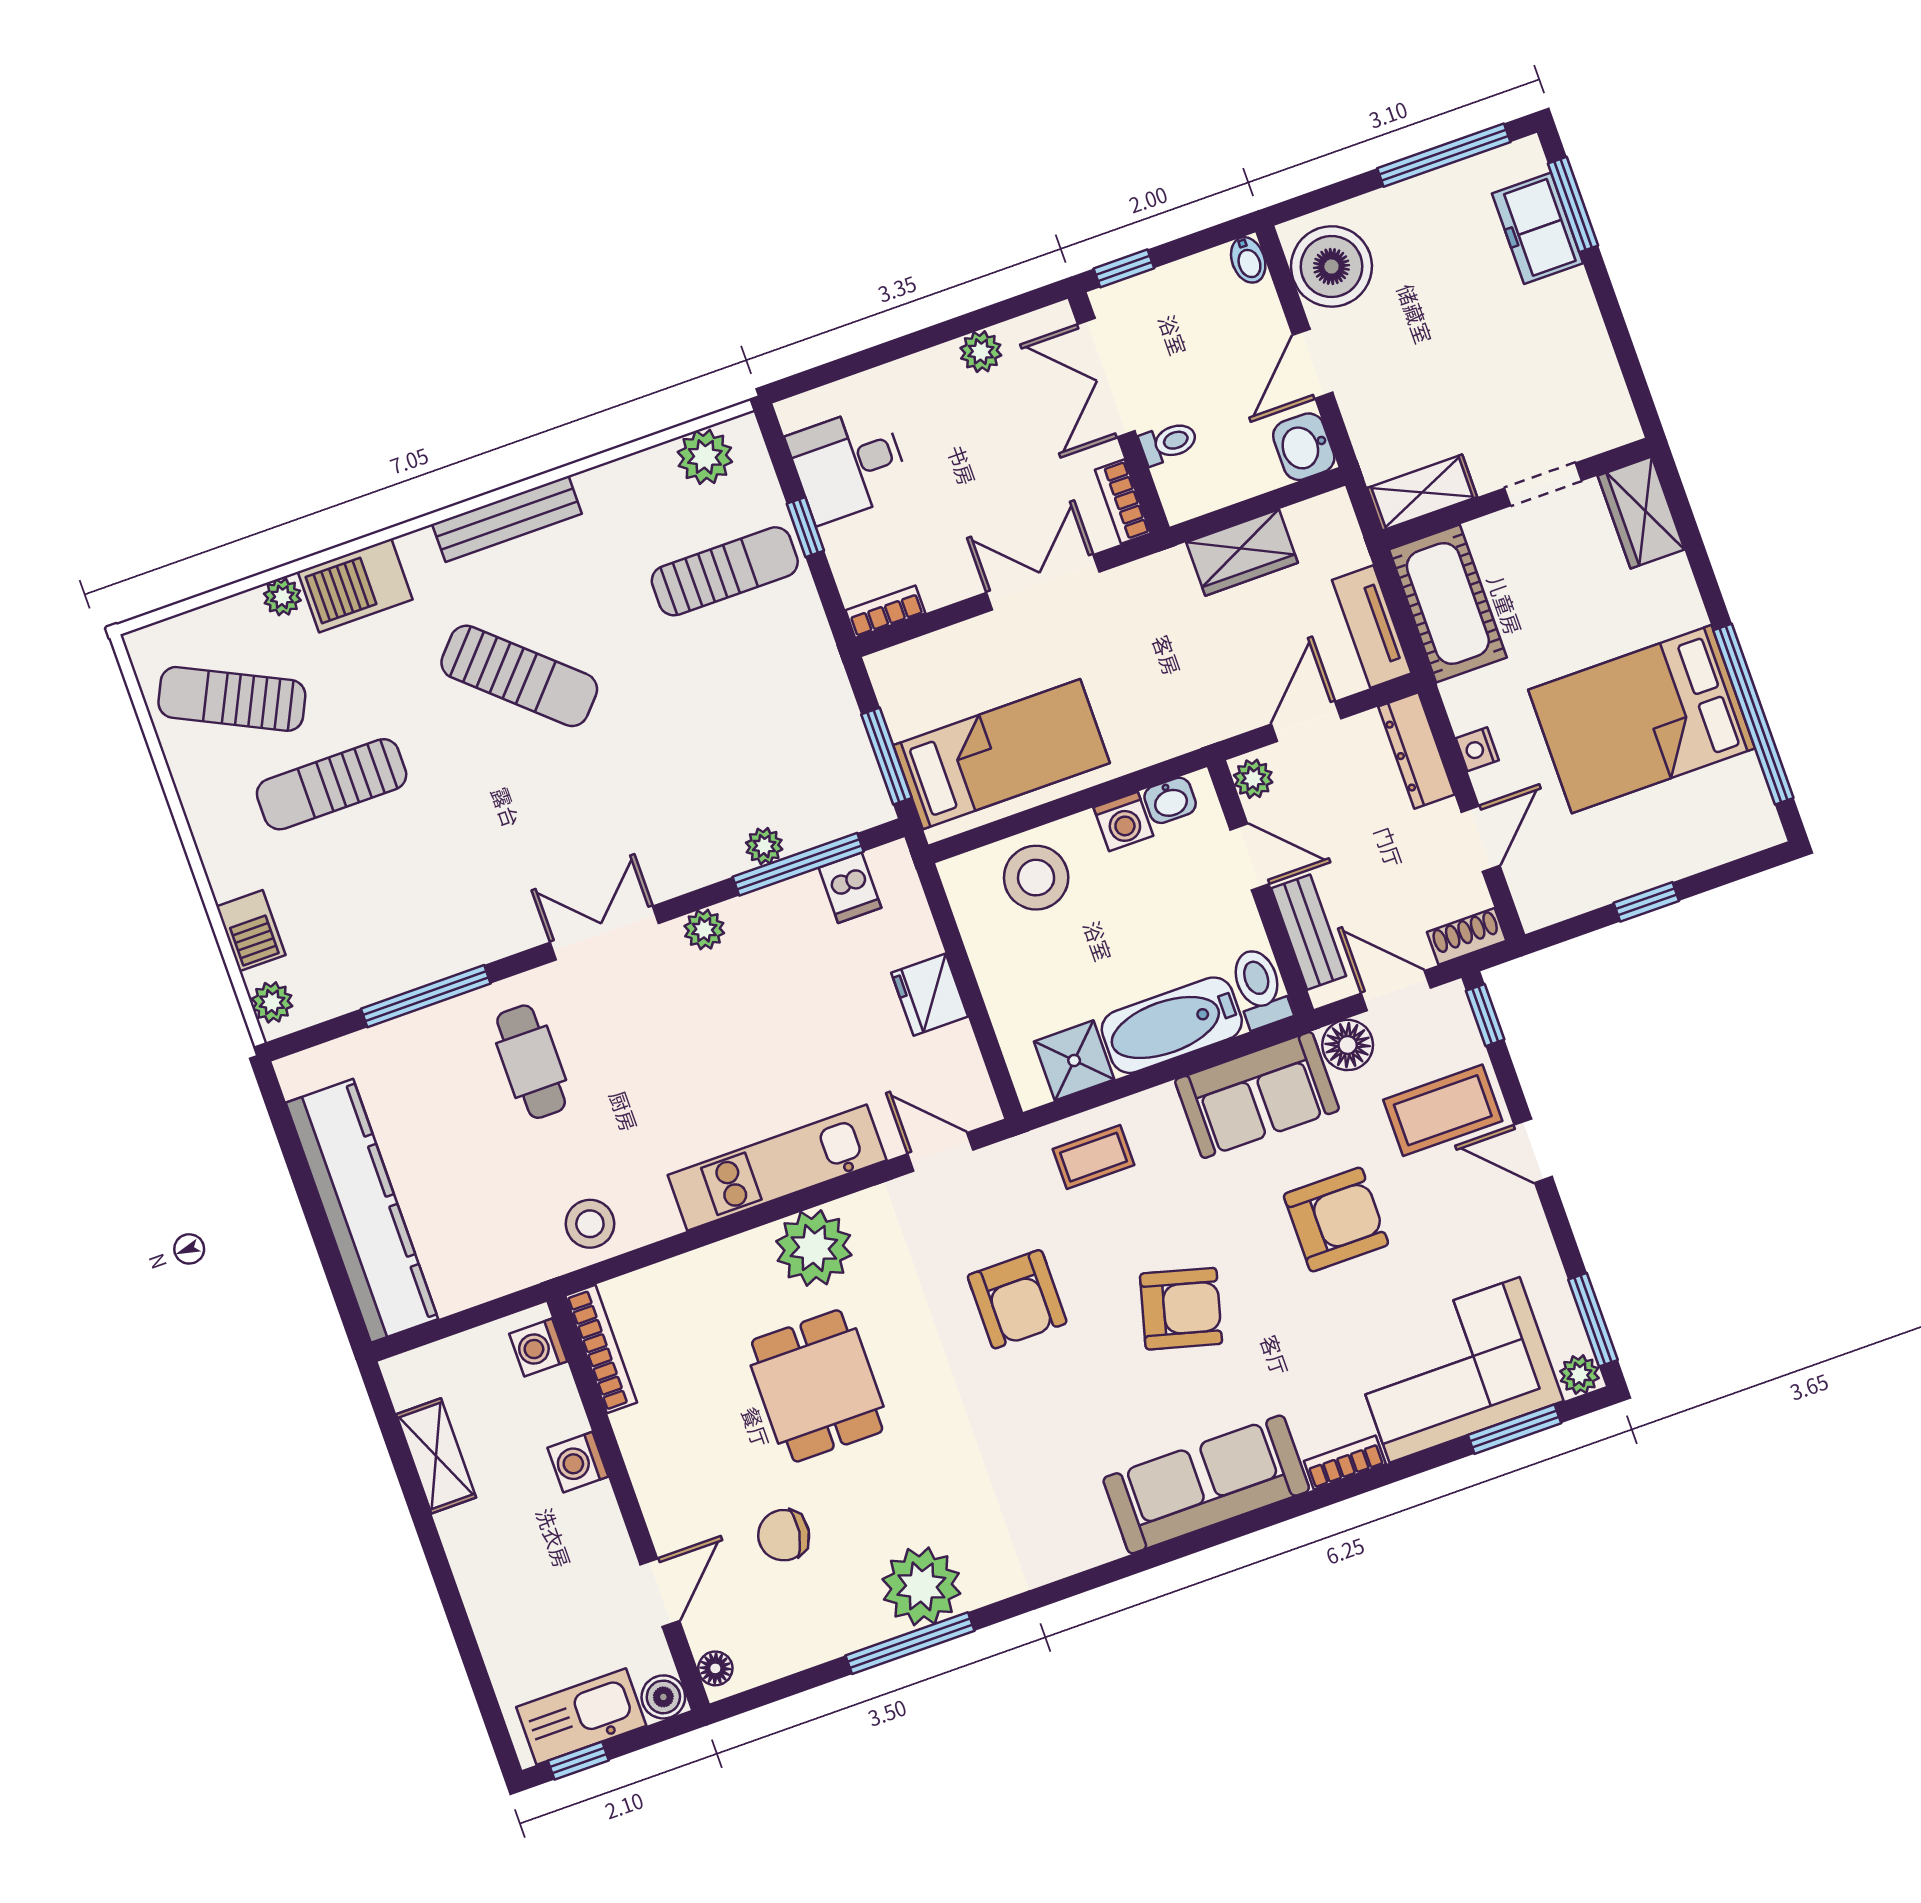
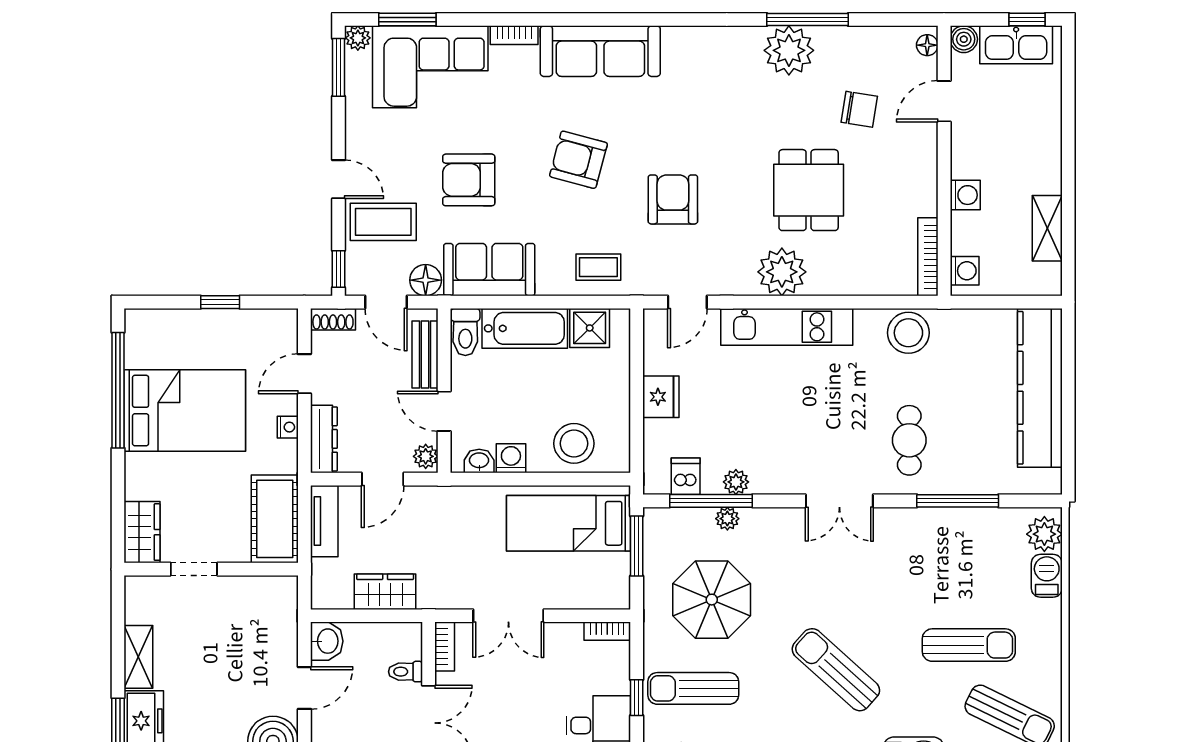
shelving: (1422, 493) -> (138, 657), moved, turned 90
parasol: (744, 715) -> (712, 600), added
plant: (704, 930) -> (736, 482), moved
plant: (272, 1002) -> (1044, 534), width x1.38, depth x1.38
door: (940, 1152) -> (687, 302), hinge flipped
stool: (590, 1224) -> (908, 333), width x1.38, depth x1.38

